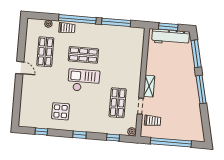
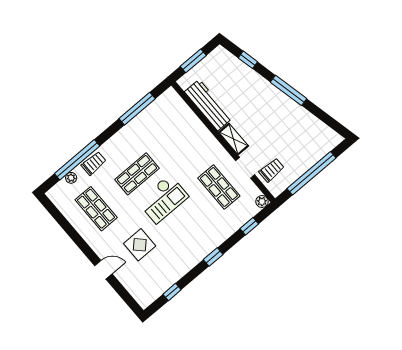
window: (77, 19) -> (77, 160), moved
workbench: (171, 37) -> (208, 105), moved, turned -90
window: (196, 54) -> (248, 60), width x0.46
door: (20, 68) -> (103, 270), moved
checkout: (84, 81) -> (163, 199), turned 180
display table: (60, 111) -> (140, 245), moved

